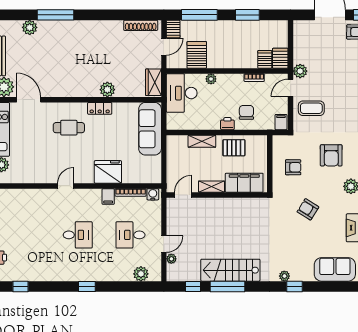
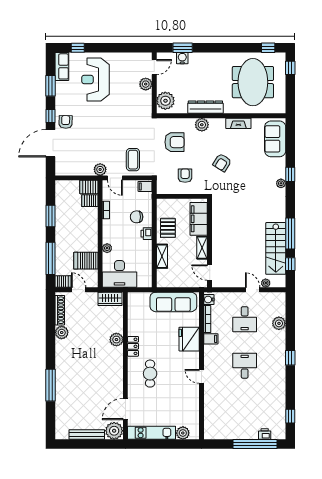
plant: (30, 27) -> (62, 333), moved
sofa: (150, 129) -> (173, 302), moved
stairs: (230, 270) -> (276, 248), moved
plant: (141, 274) -> (279, 323), moved

